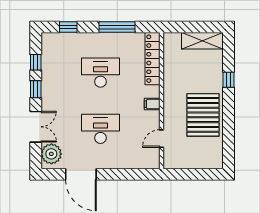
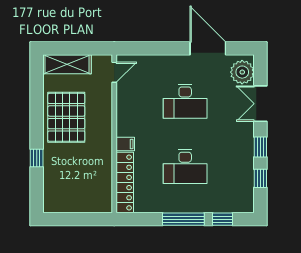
window: (117, 27) -> (183, 219), moved
shelving: (202, 41) -> (67, 64), moved
filing cabinet: (152, 104) -> (125, 144), moved
door: (162, 139) -> (114, 72), moved

